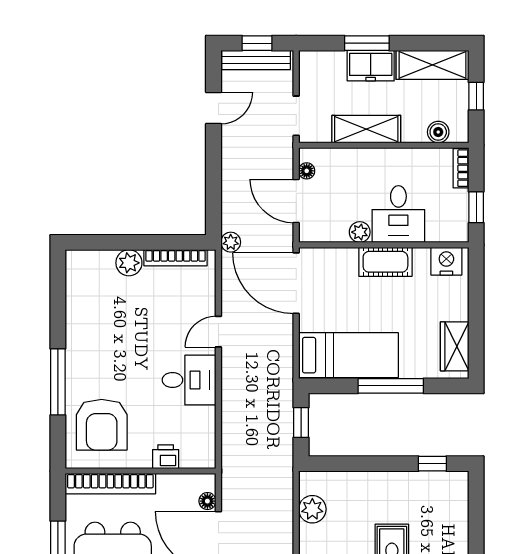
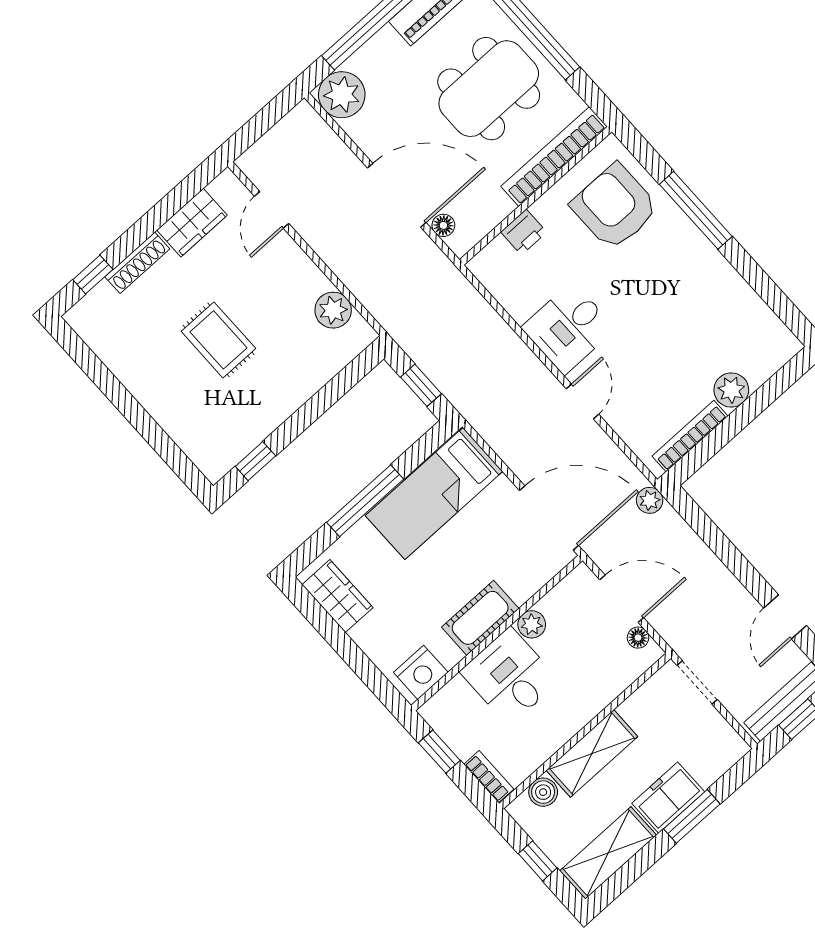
shelving: (366, 129) -> (592, 753), moved

